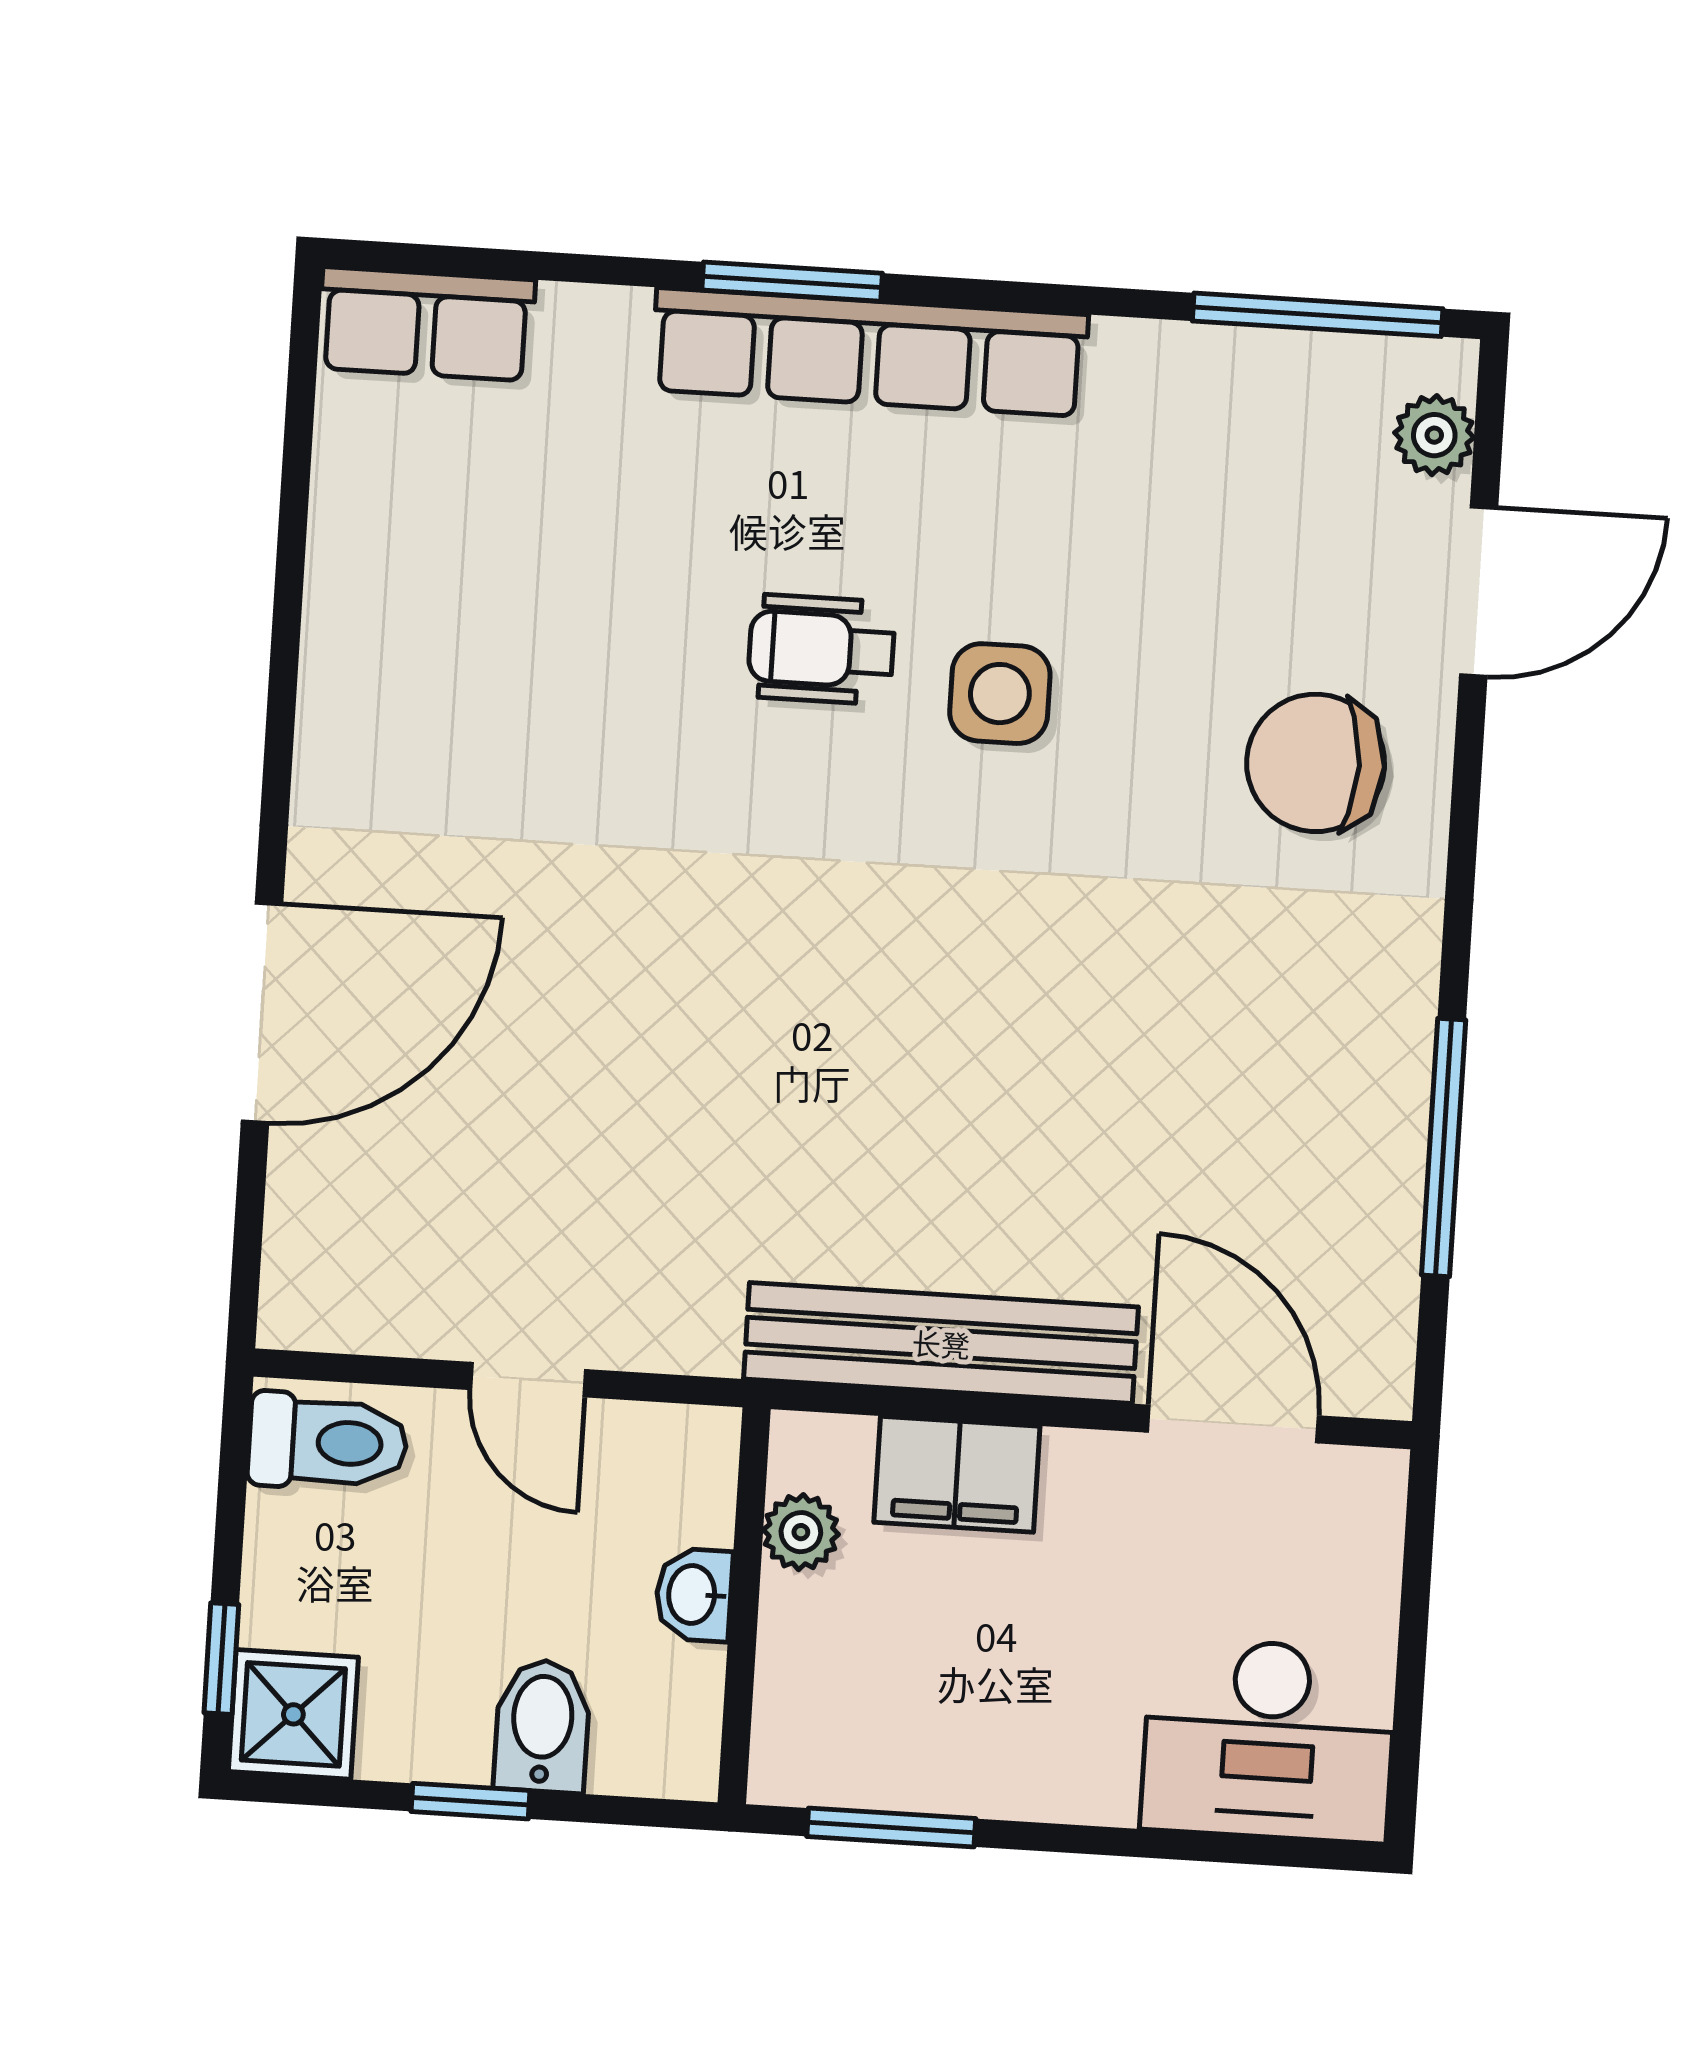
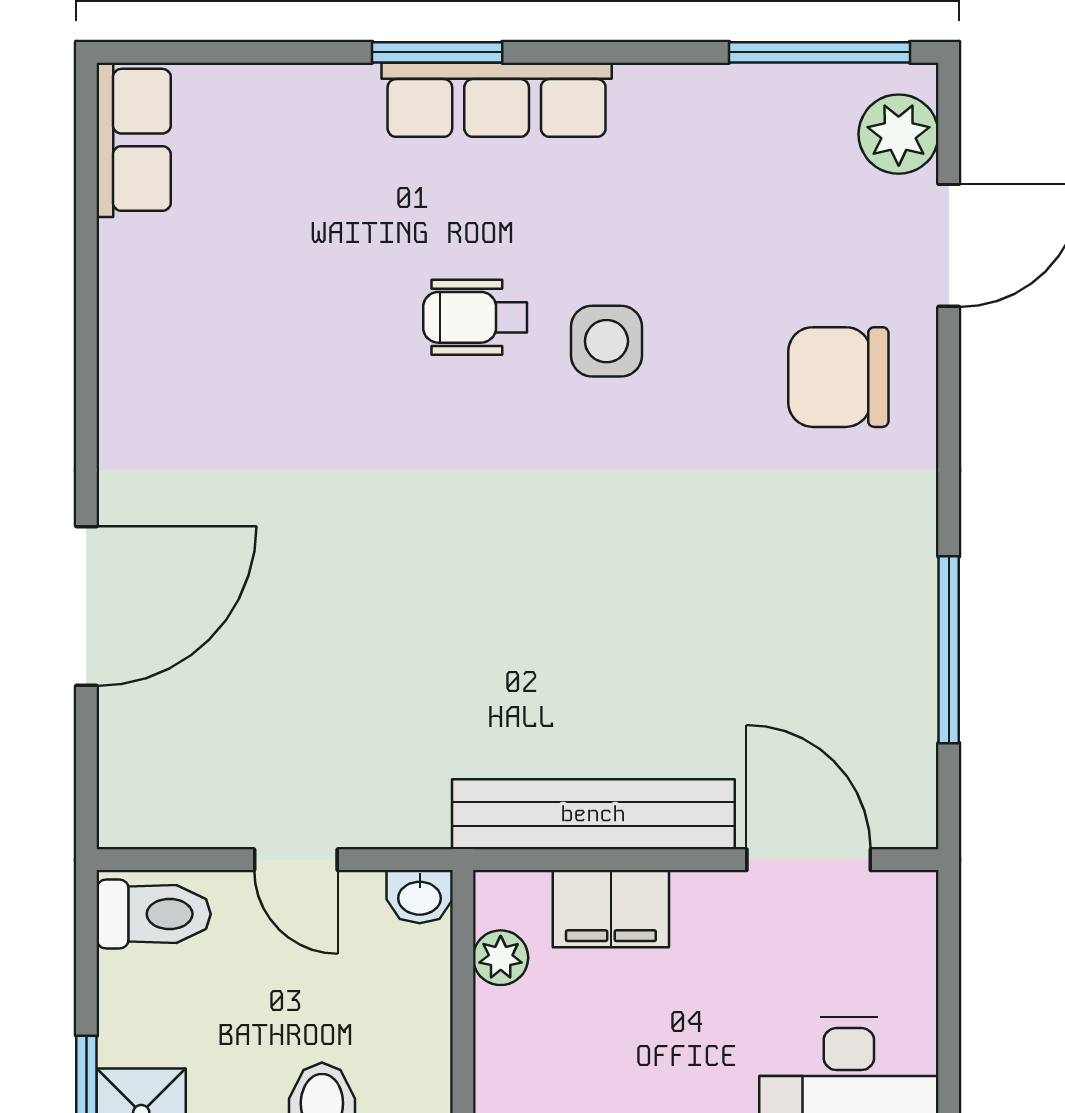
row of seats: (426, 324) -> (134, 140), moved, turned -90
row of seats: (870, 352) -> (497, 100), width x0.73
plant: (1434, 435) -> (899, 134), width x1.38, depth x1.38
washbasin: (694, 1595) -> (420, 897), moved, turned -90

